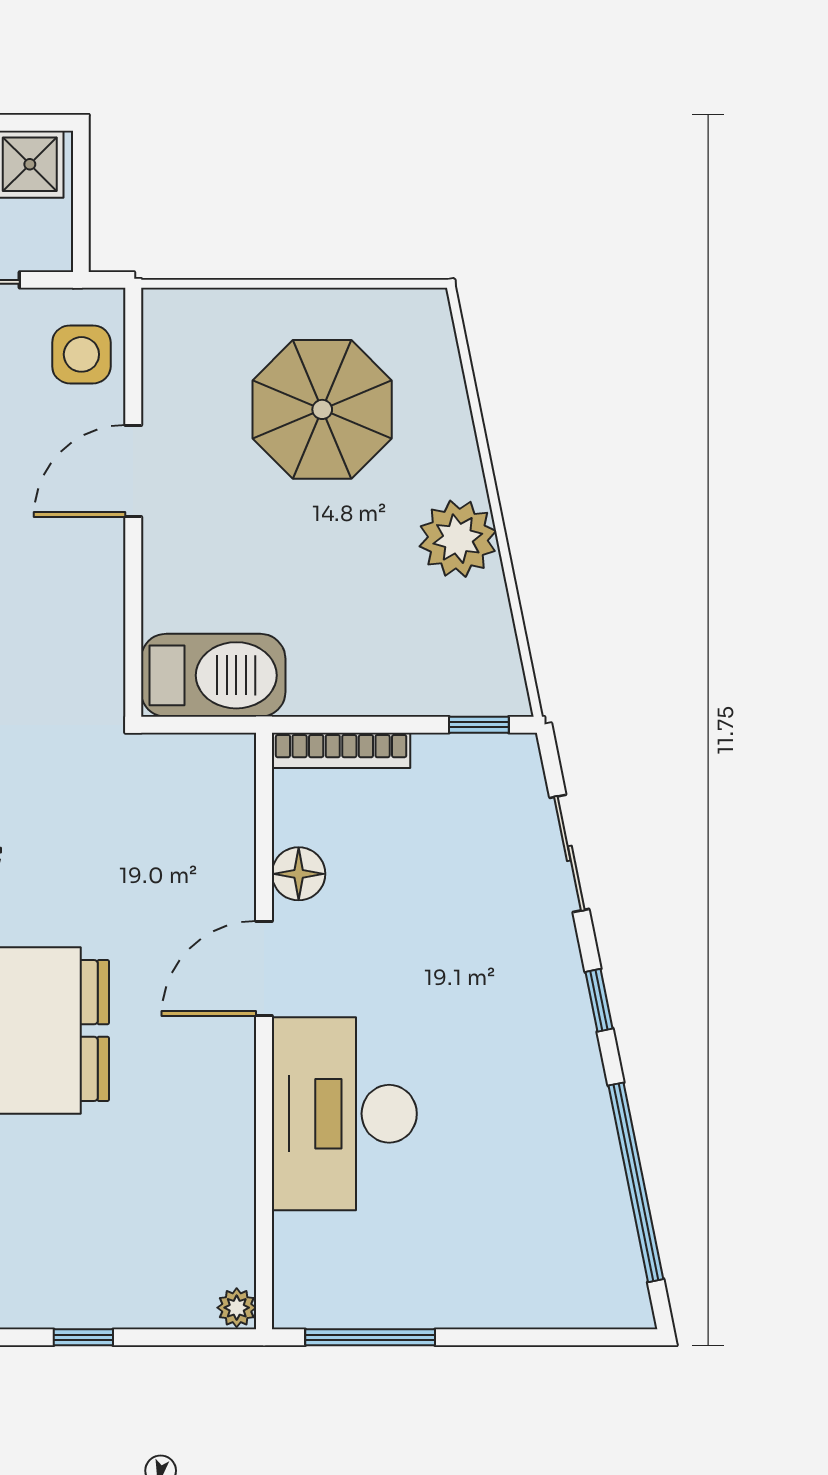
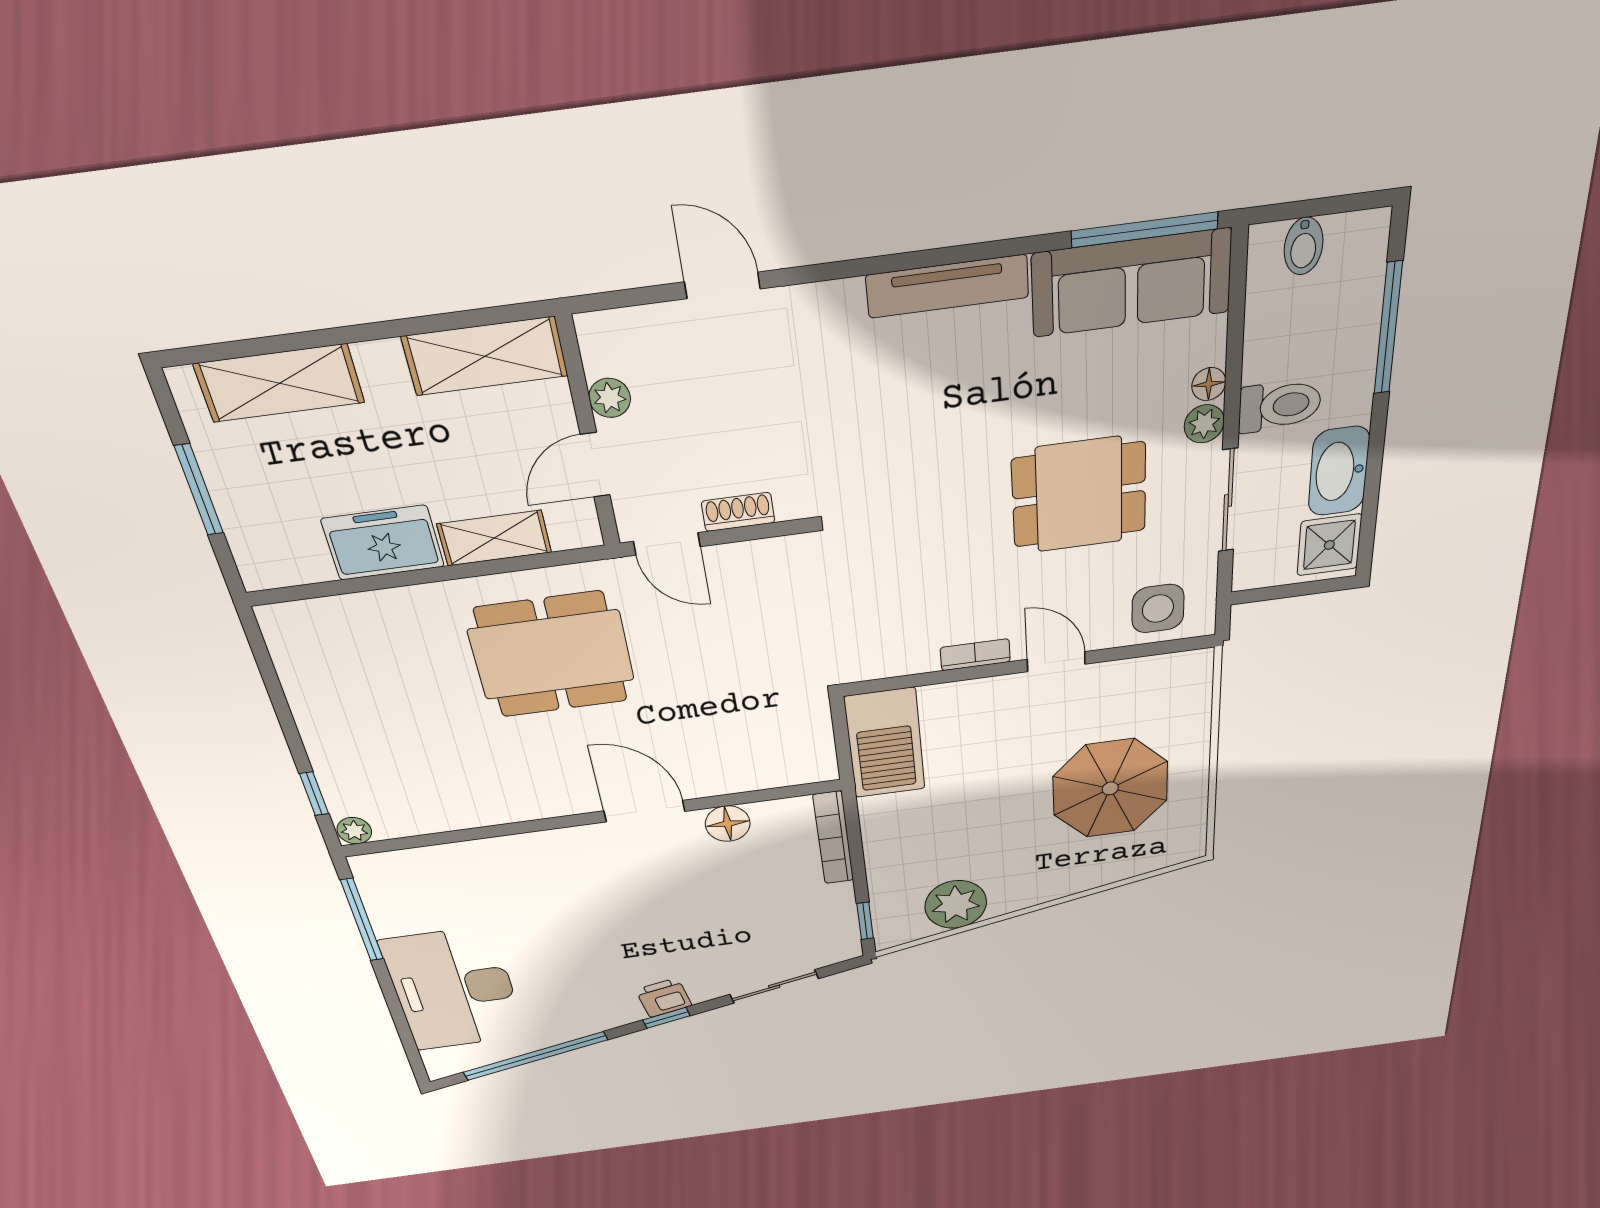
door: (133, 471) -> (1056, 662), width x0.73
plant: (458, 539) -> (956, 904), moved
bookcase: (110, 563) -> (975, 655), added
printer: (563, 997) -> (664, 998), added
desk: (344, 1114) -> (454, 989), moved, turned -90
window: (83, 1337) -> (314, 794), moved

